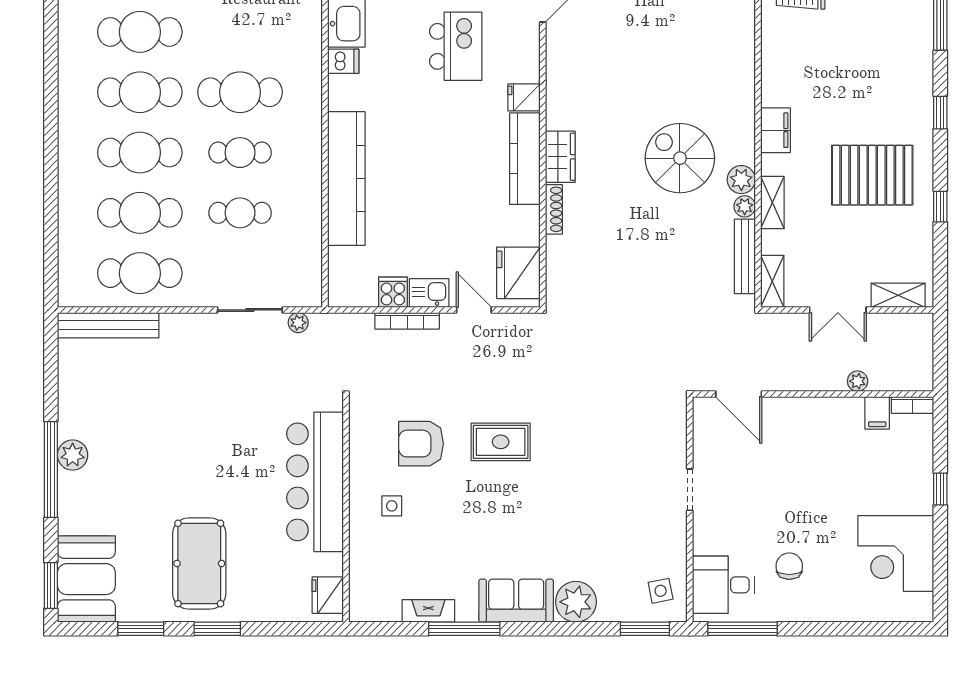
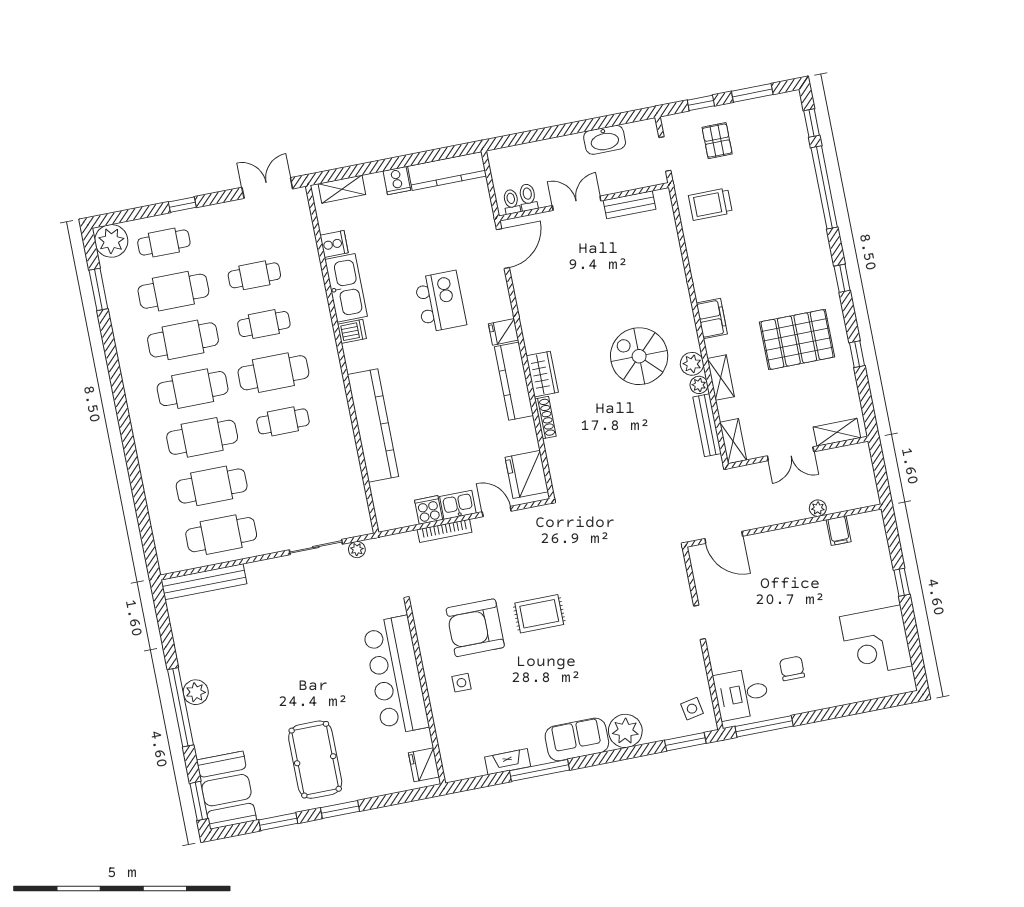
cafe table: (240, 213) -> (264, 324), moved
bookcase: (913, 405) -> (866, 519), removed
armchair: (421, 444) -> (475, 628), width x1.36, depth x1.36

